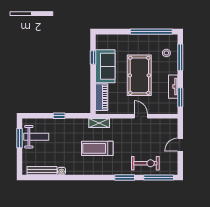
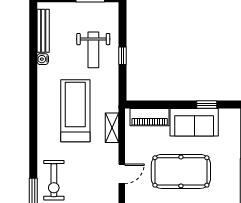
shelving: (99, 123) -> (112, 128), moved
weight bench: (36, 137) -> (93, 50), moved
treadmill: (97, 148) -> (75, 111), width x1.37, depth x1.38
window: (125, 177) -> (33, 150), removed

